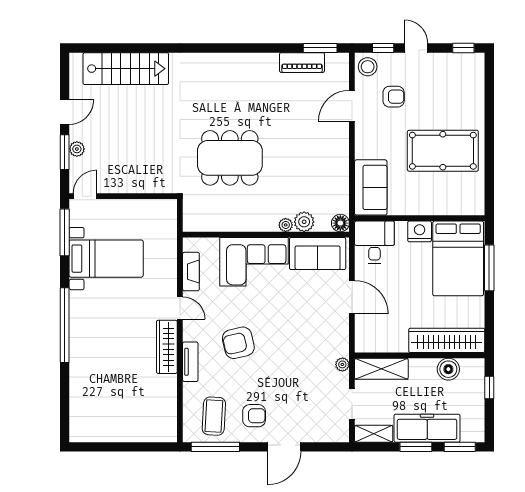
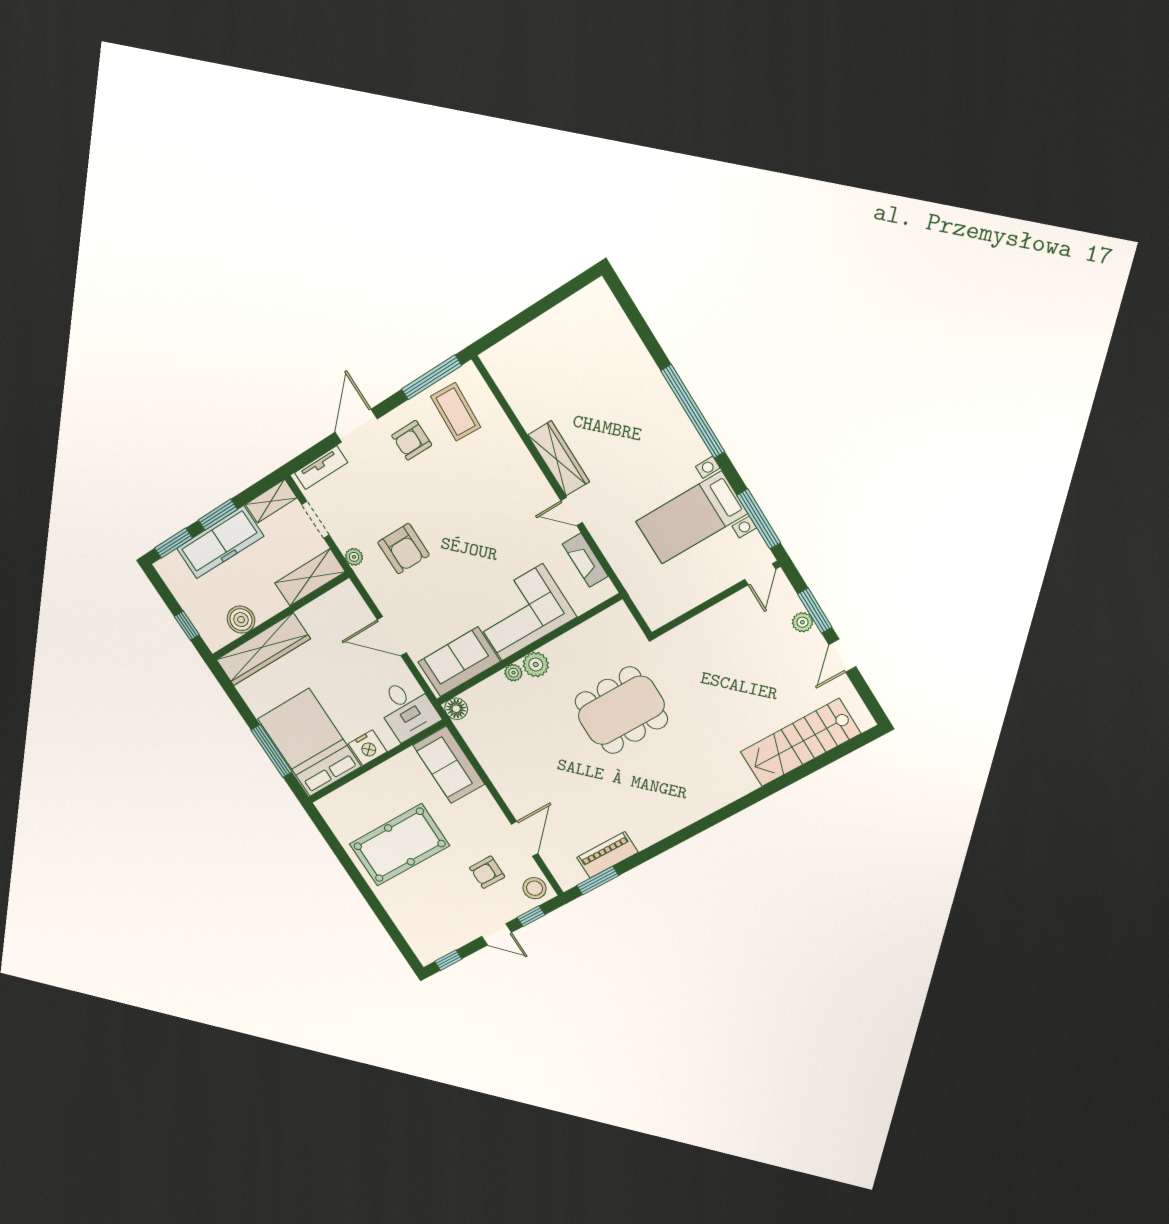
plant: (304, 222) -> (536, 664), moved
armchair: (238, 343) -> (403, 549), moved, turned 103
tv unit: (190, 362) -> (321, 468), moved, turned -90

